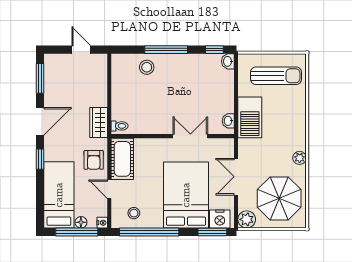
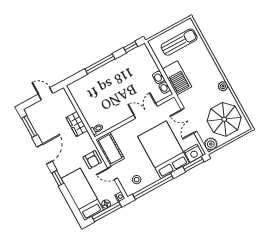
washbasin: (228, 61) -> (159, 77), moved
stool: (147, 67) -> (94, 82), removed
wardrobe: (99, 122) -> (77, 124), moved

